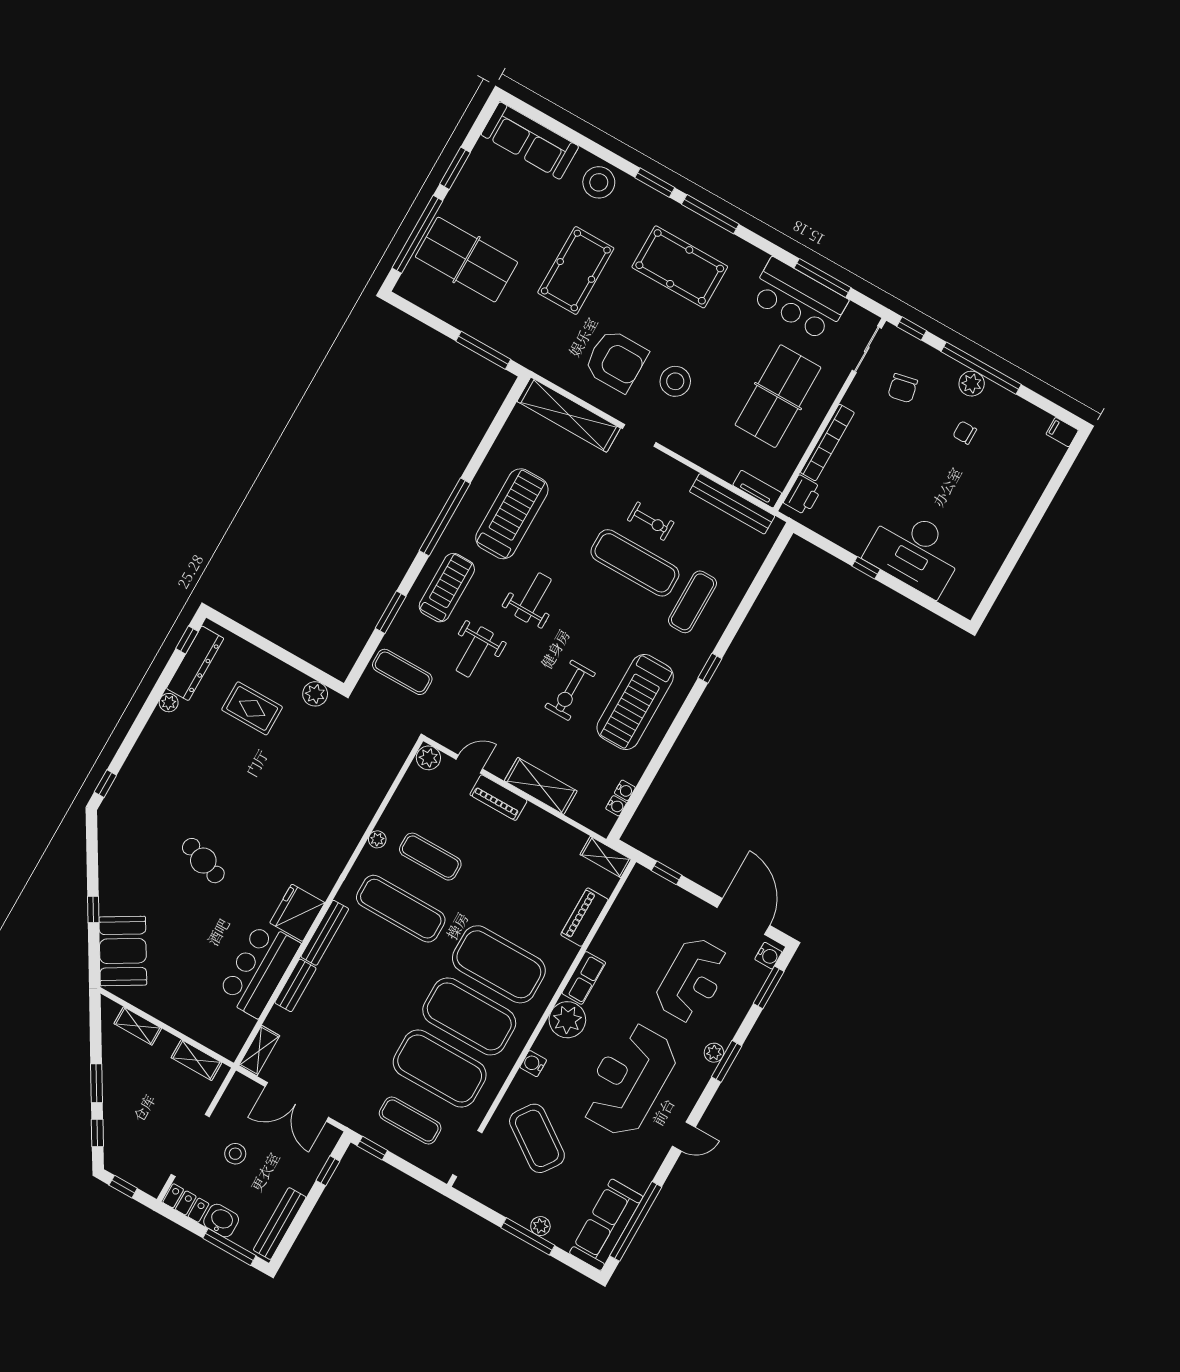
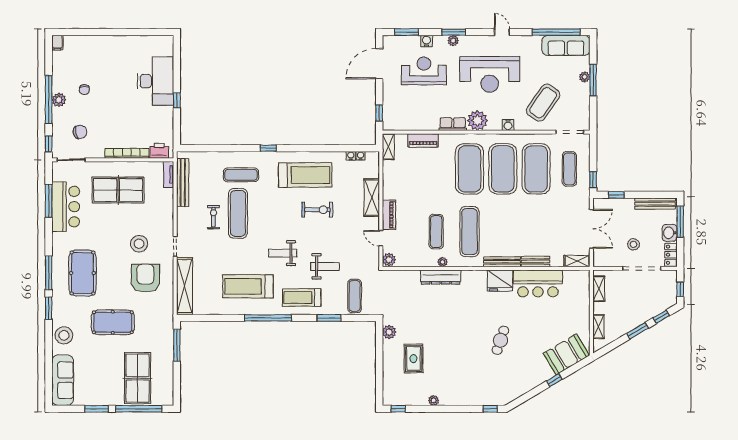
dresser: (195, 663) -> (441, 277), moved, turned 180
water cooler: (768, 956) -> (427, 41), moved

